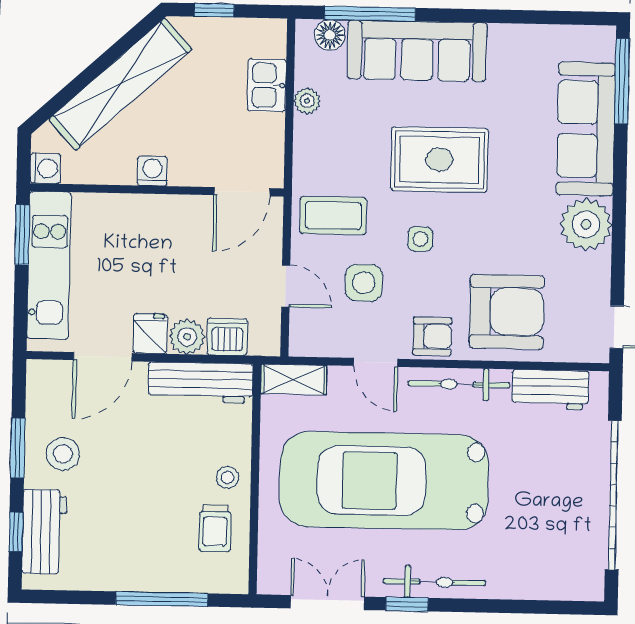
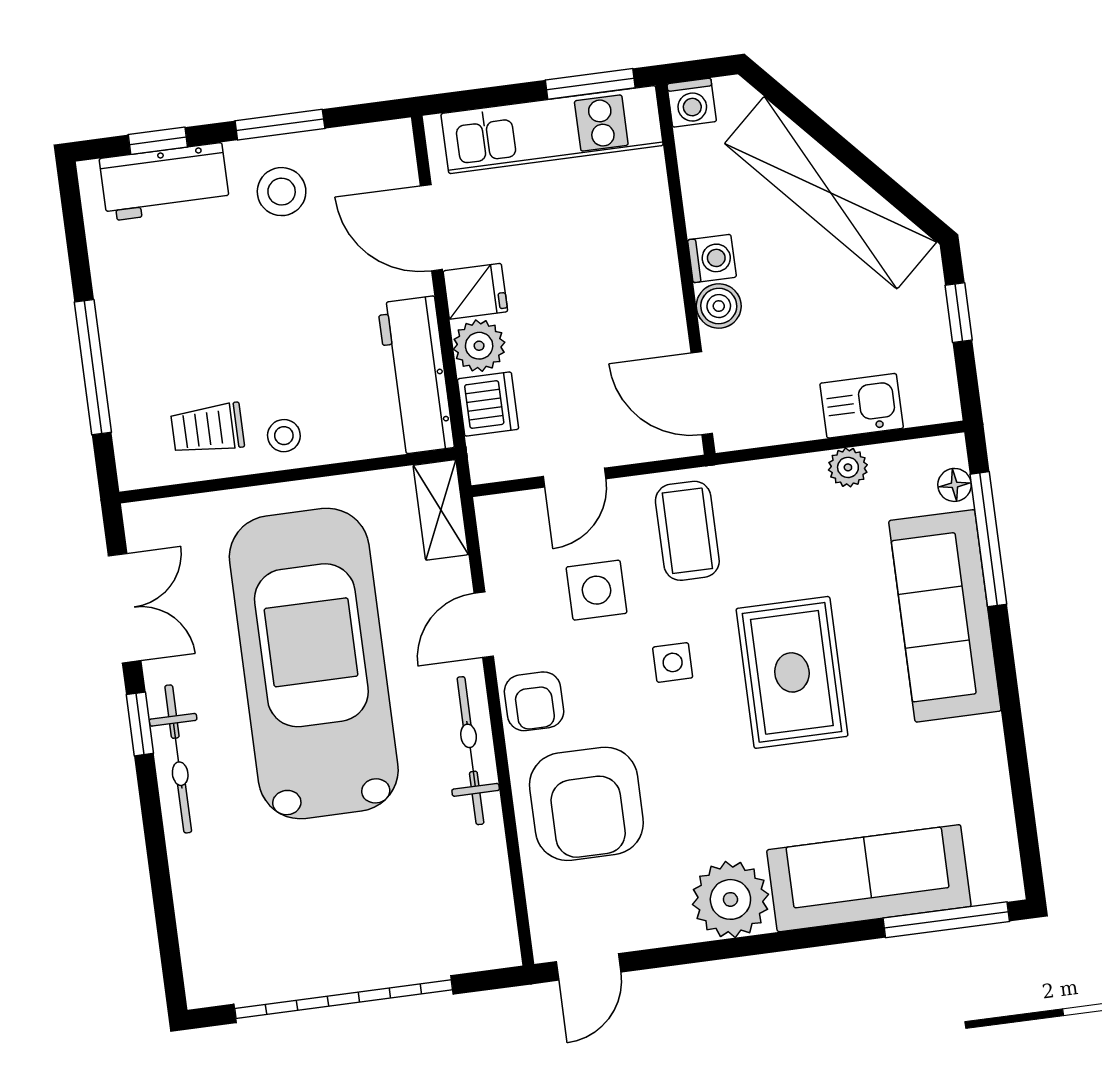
floor lamp: (330, 35) -> (955, 485), width x0.73, depth x0.73
boiler: (185, 171) -> (719, 306), added
workbench: (550, 390) -> (483, 885), removed

